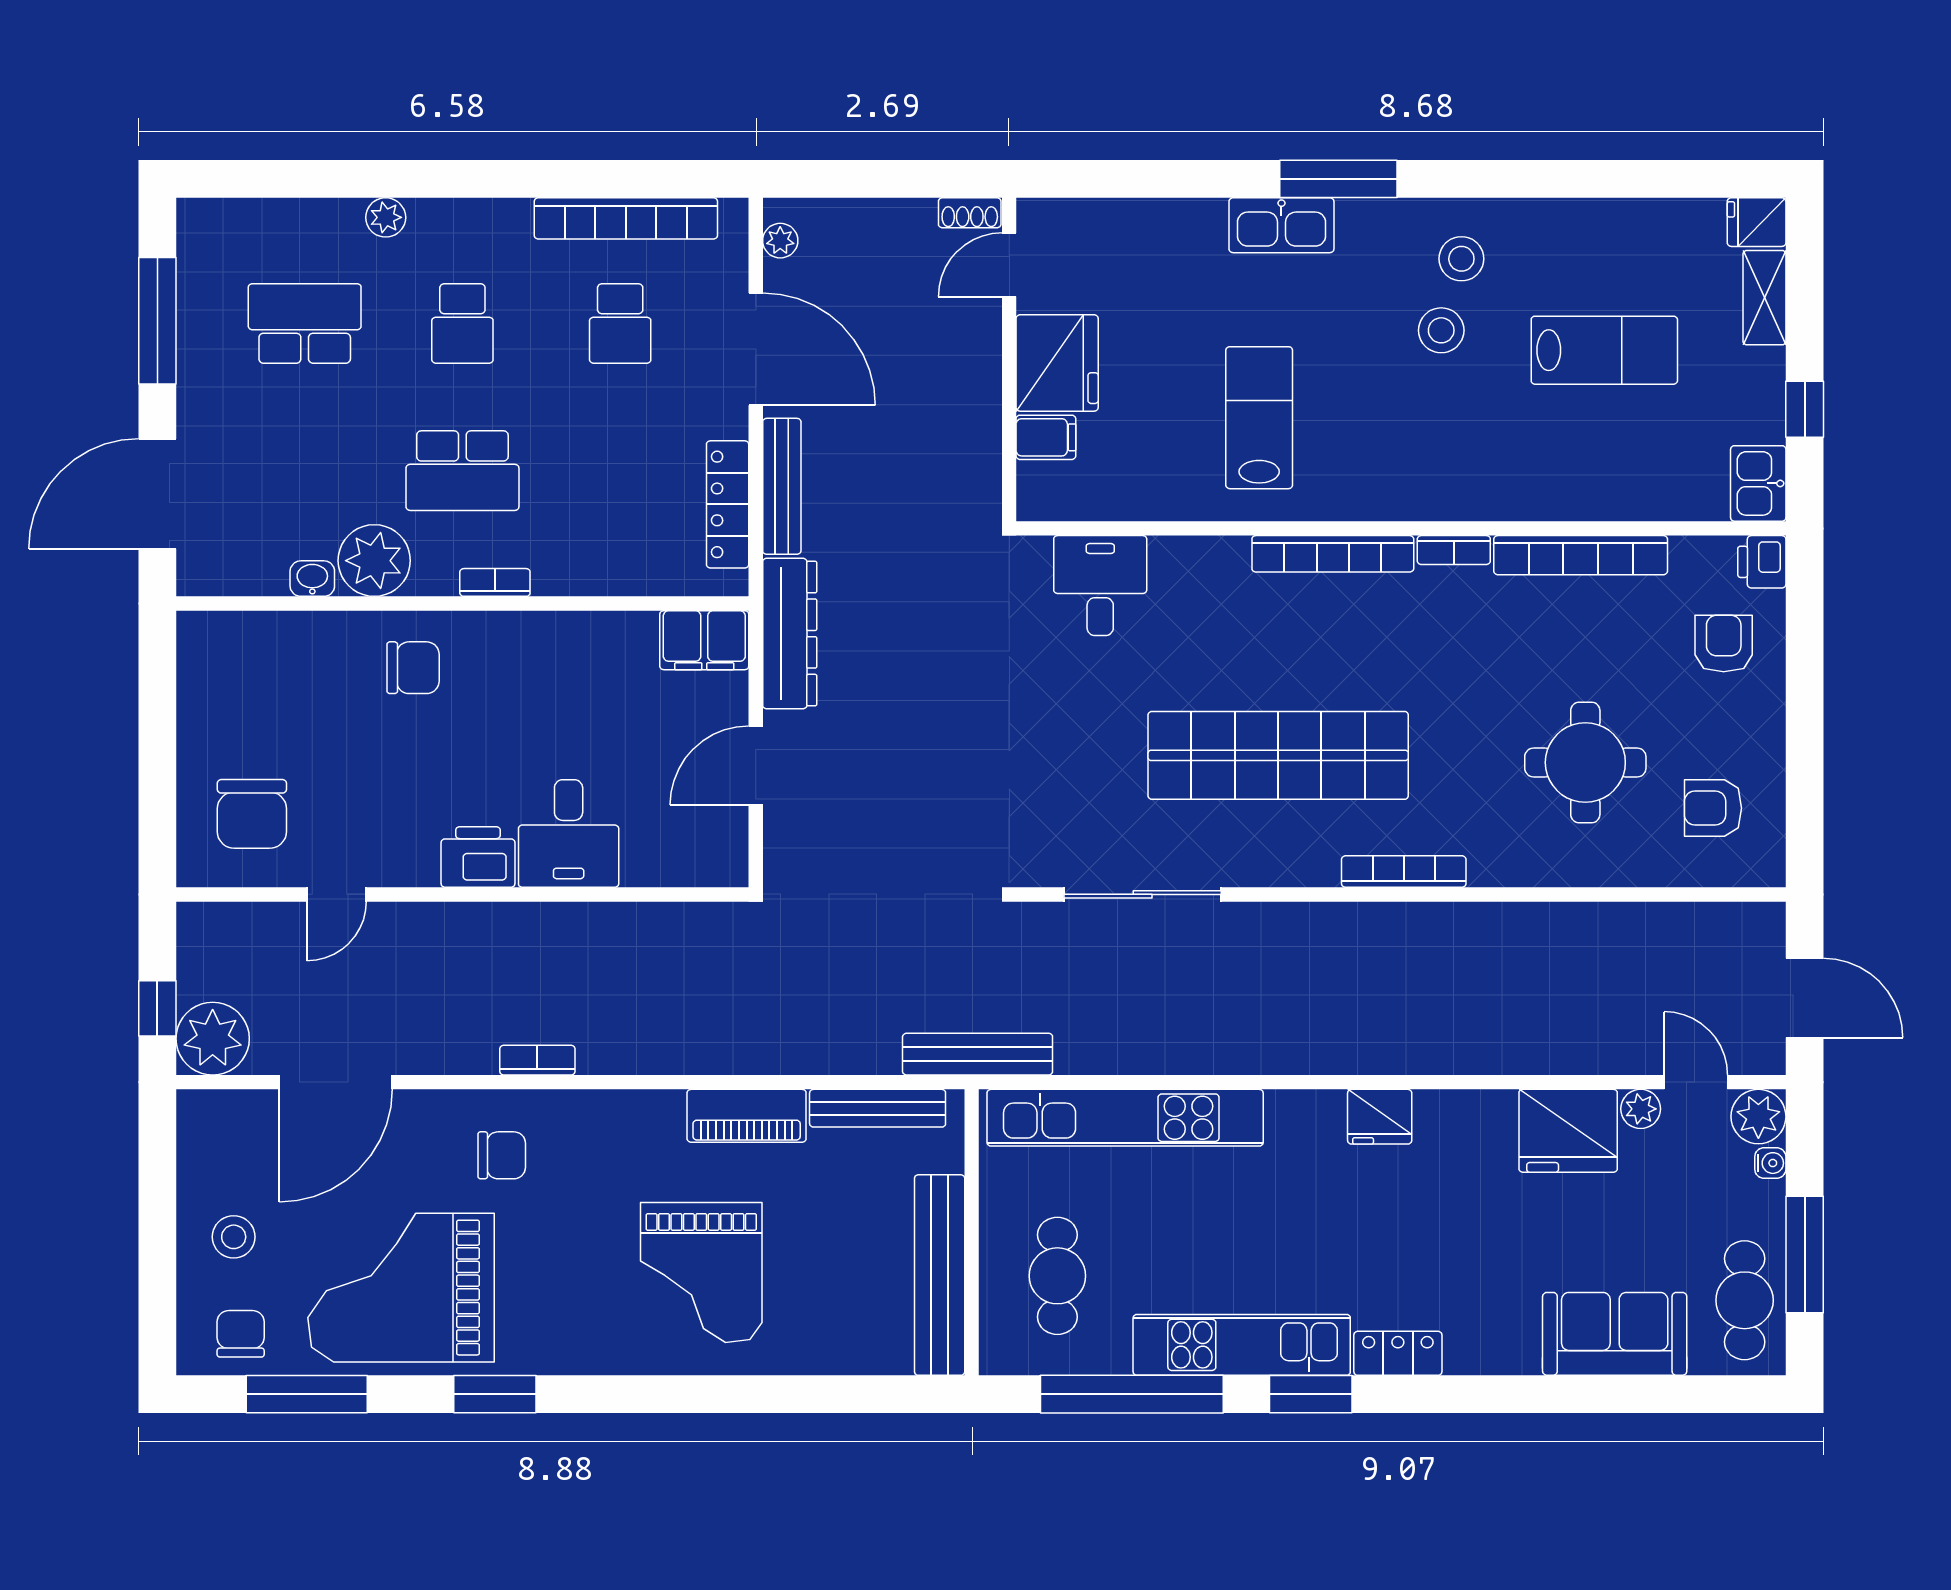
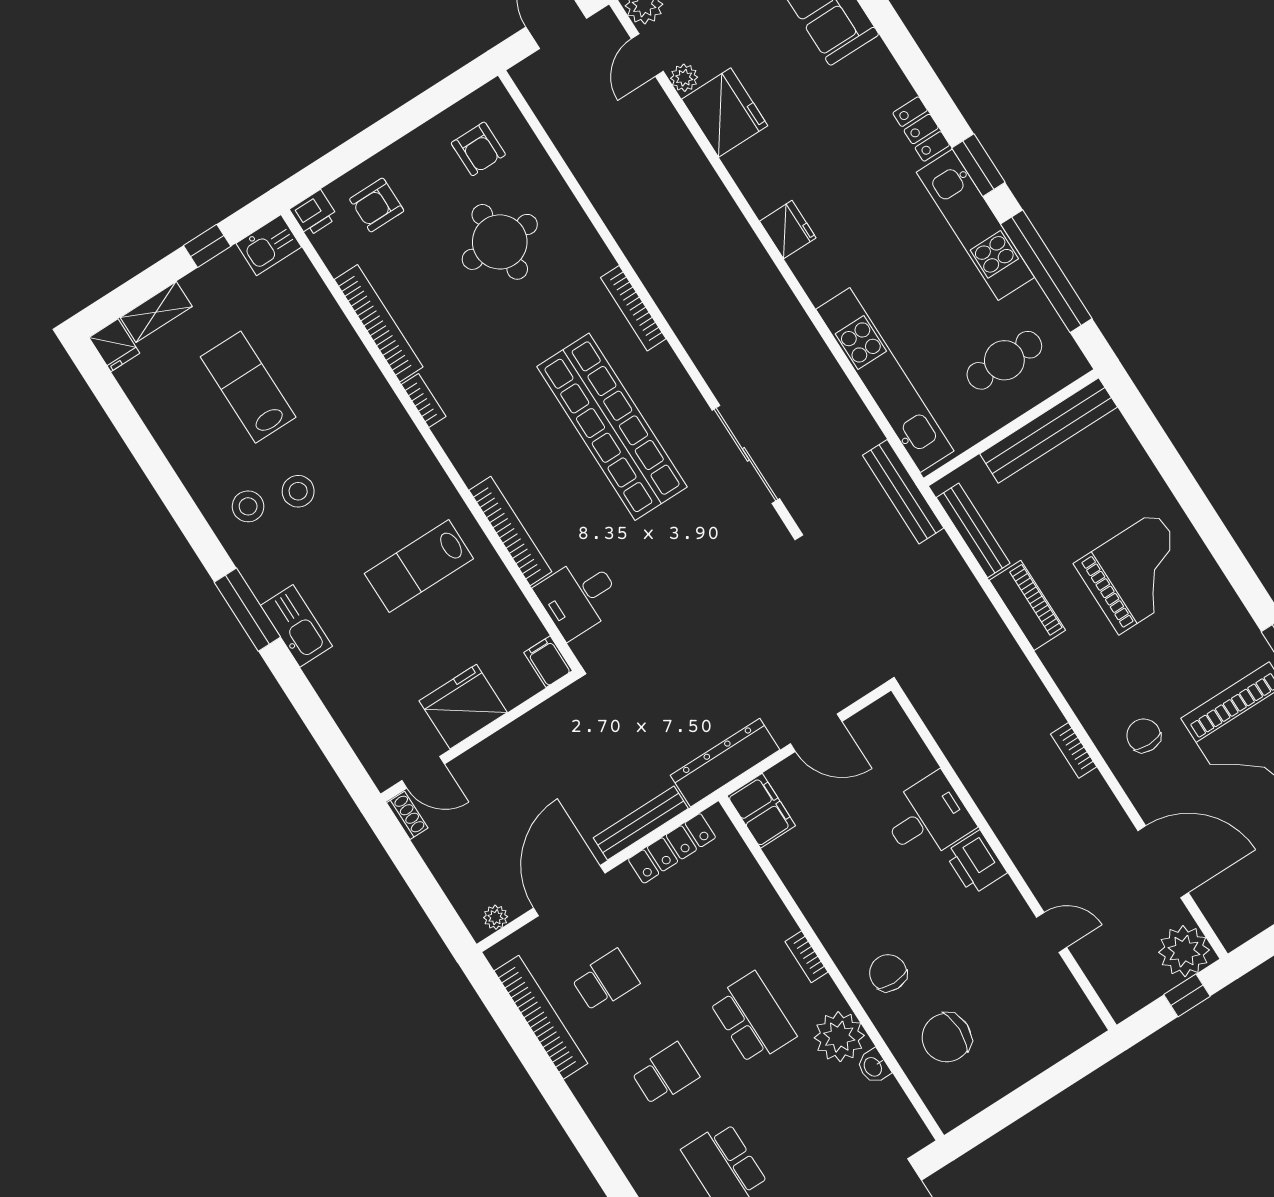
plant: (386, 217) -> (631, 1160), removed
filing cabinet: (1046, 437) -> (548, 662), moved
bookcase: (1333, 554) -> (510, 531), moved
chair: (252, 814) -> (947, 1038), moved, turned 180

